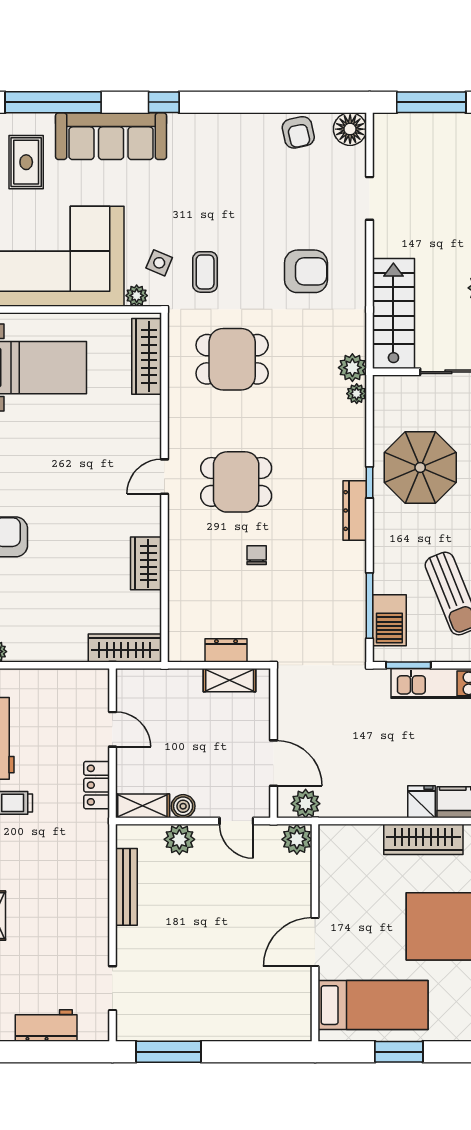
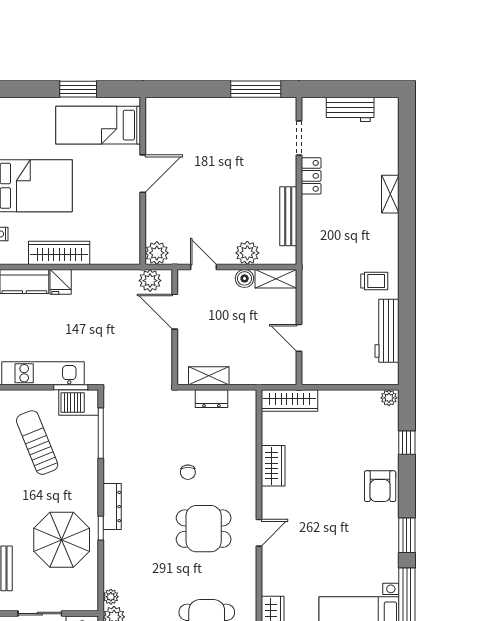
barbecue: (389, 620) -> (79, 402), moved, turned -90
locker: (97, 785) -> (311, 176), moved

